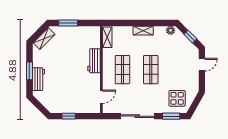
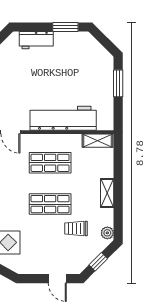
shelving: (44, 39) -> (95, 48), removed
trolley: (168, 52) -> (76, 229), added
workbench: (94, 61) -> (63, 118), width x1.88, depth x1.32
window: (29, 71) -> (65, 27), moved

